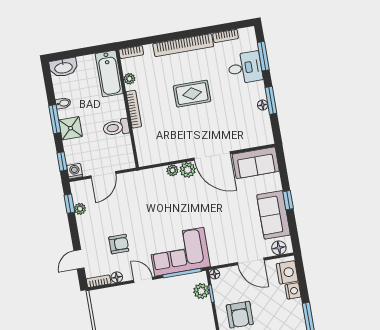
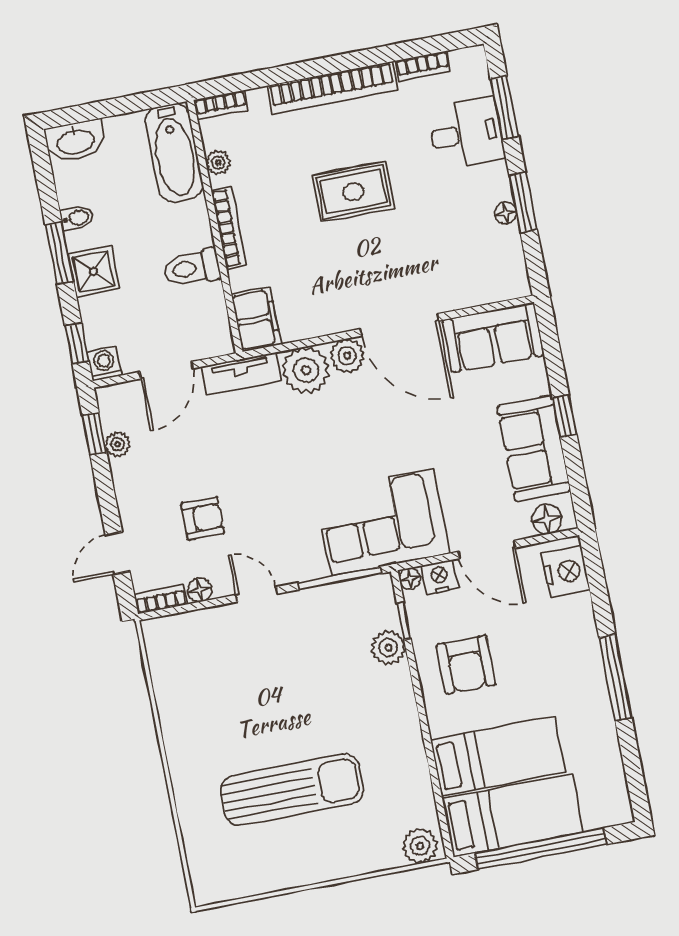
filing cabinet: (146, 152) -> (256, 319), added
plant: (172, 170) -> (306, 370), width x1.88, depth x1.88
tv unit: (138, 177) -> (241, 374), added
corner sofa: (179, 252) -> (382, 522), moved
plant: (201, 291) -> (388, 648), moved
nightstand: (293, 291) -> (440, 577), moved, turned -90

